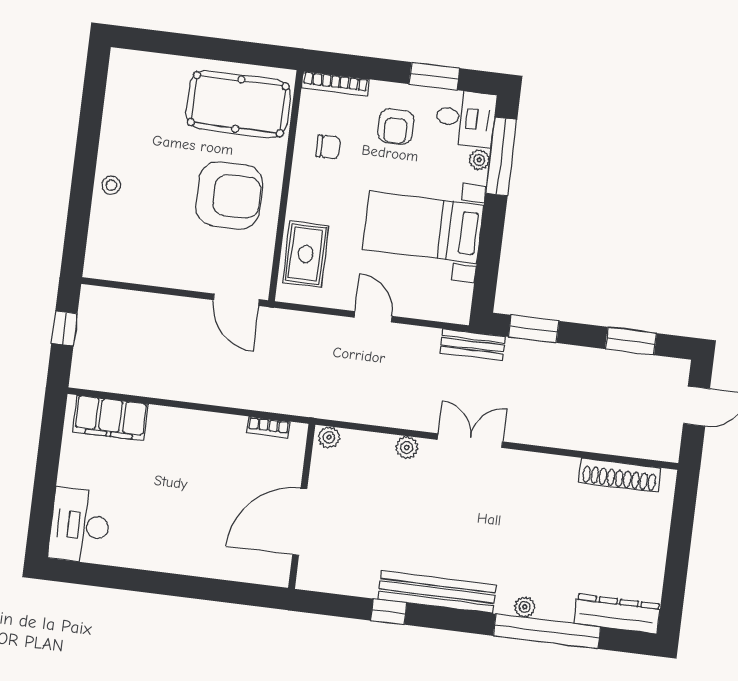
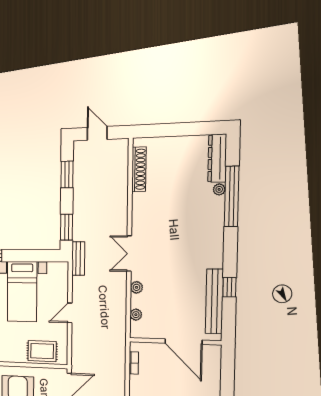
plant: (329, 437) -> (136, 315), moved
bench: (437, 592) -> (214, 301), moved
plant: (525, 607) -> (219, 189), moved

